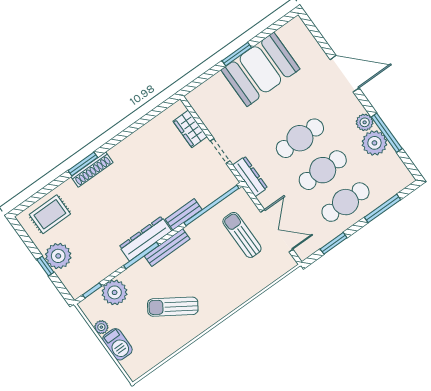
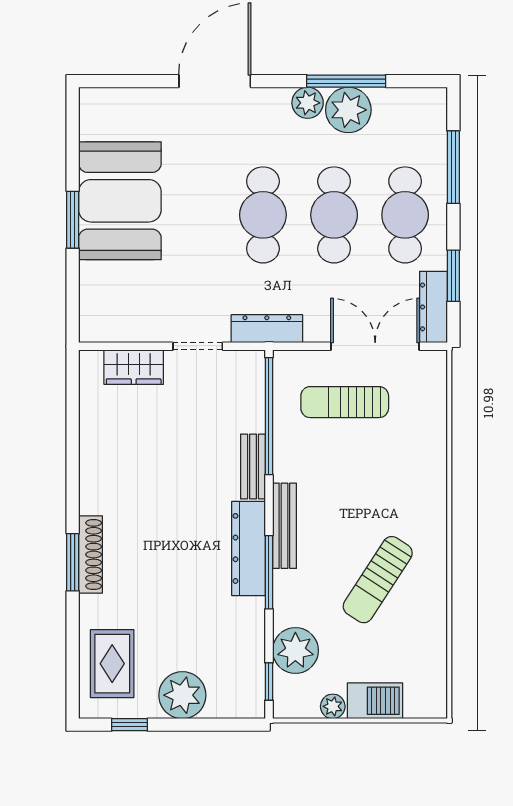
dresser: (313, 244) -> (433, 307), added
window: (45, 266) -> (130, 725), moved

